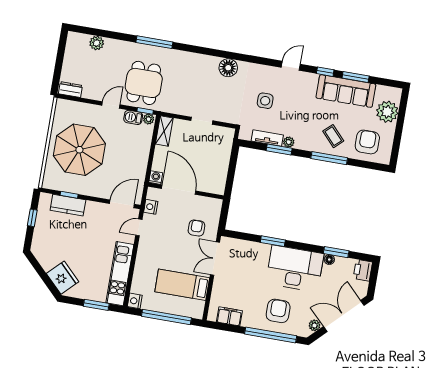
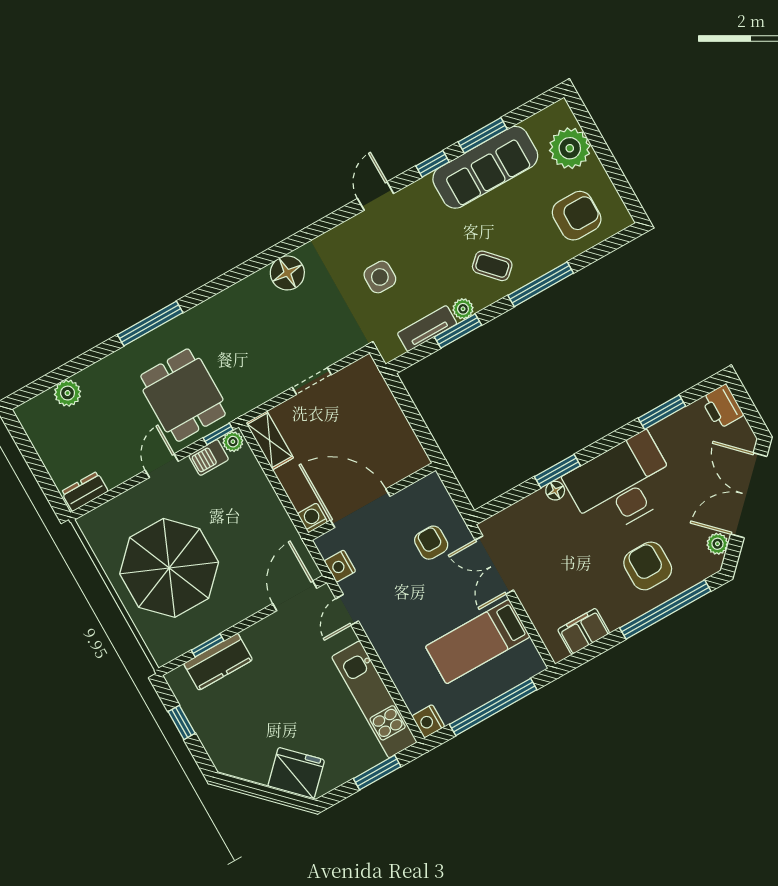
coffee table: (333, 136) -> (492, 266), moved
armchair: (367, 142) -> (577, 216), turned 90
floor lamp: (329, 260) -> (555, 491), moved

